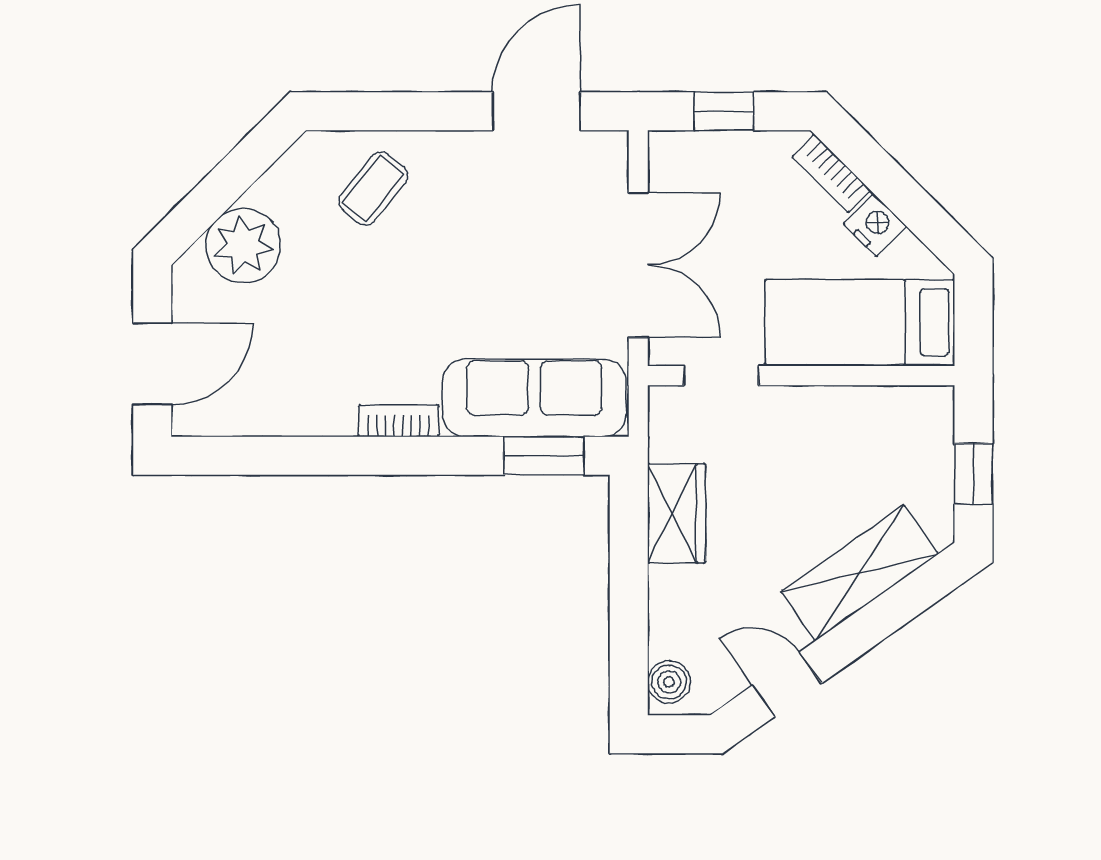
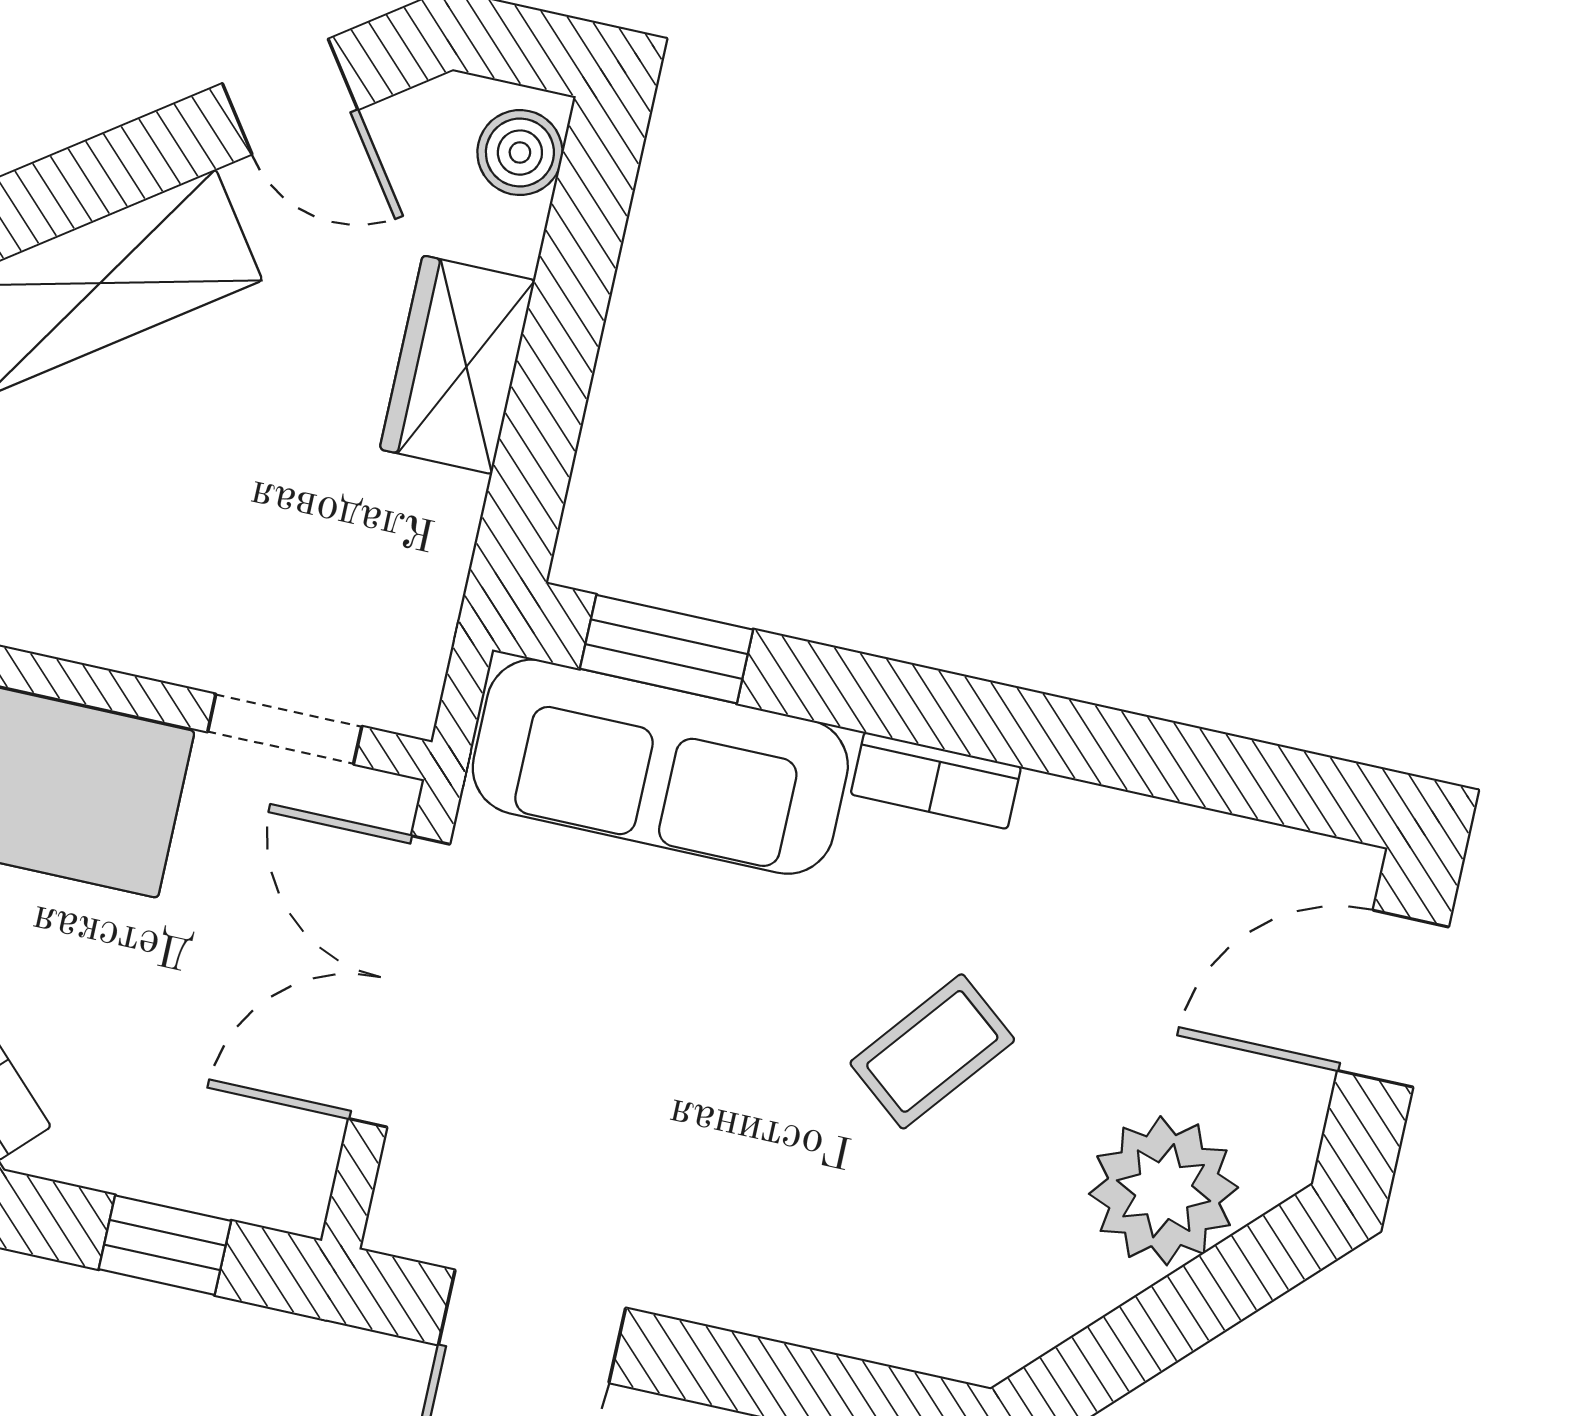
coffee table: (373, 189) -> (932, 1051), moved
wardrobe: (677, 513) -> (457, 365), moved

